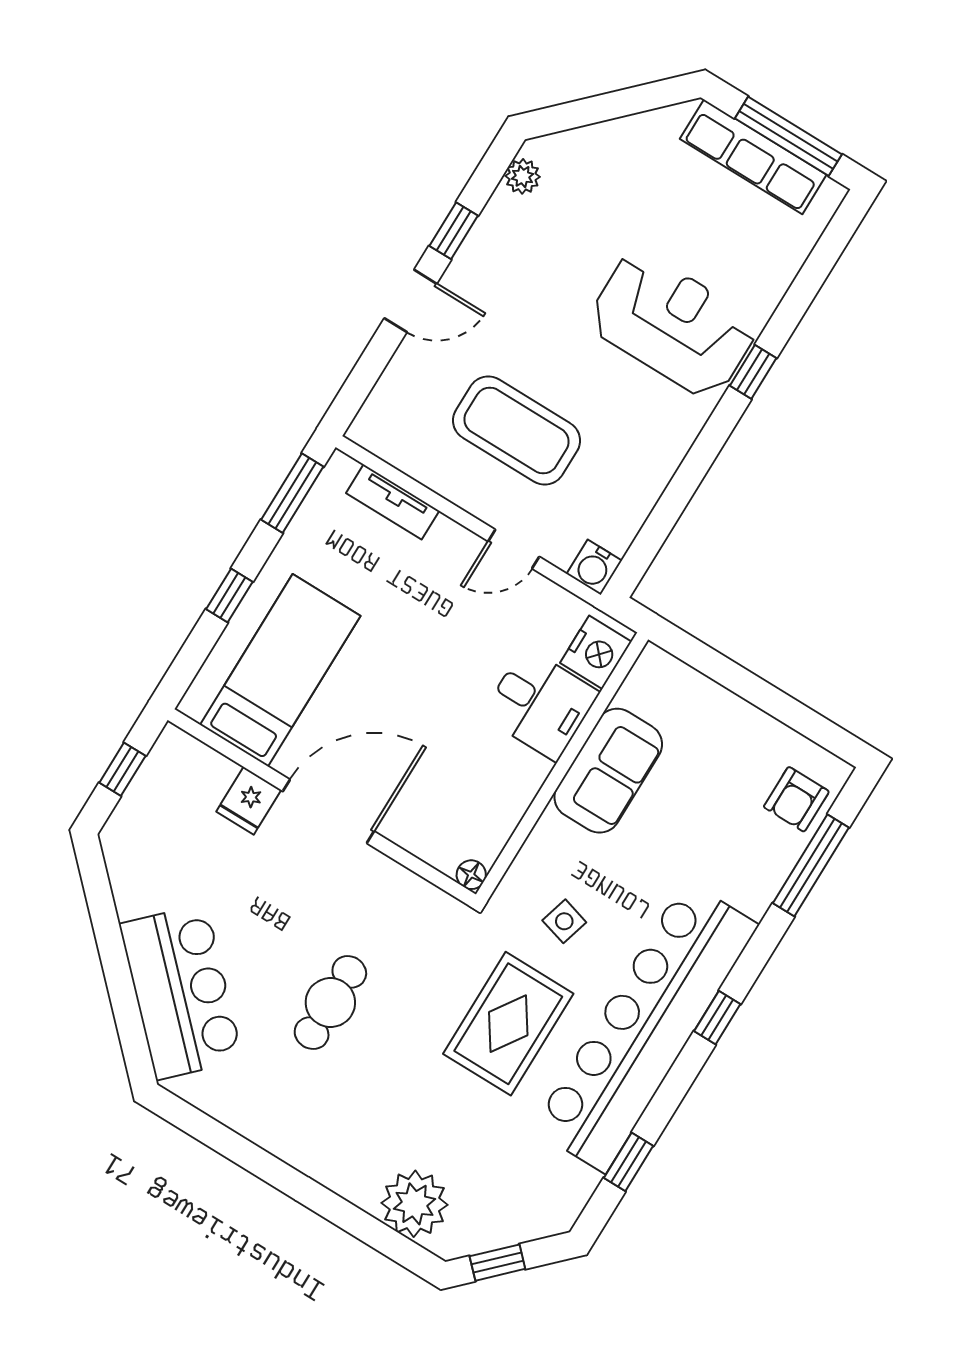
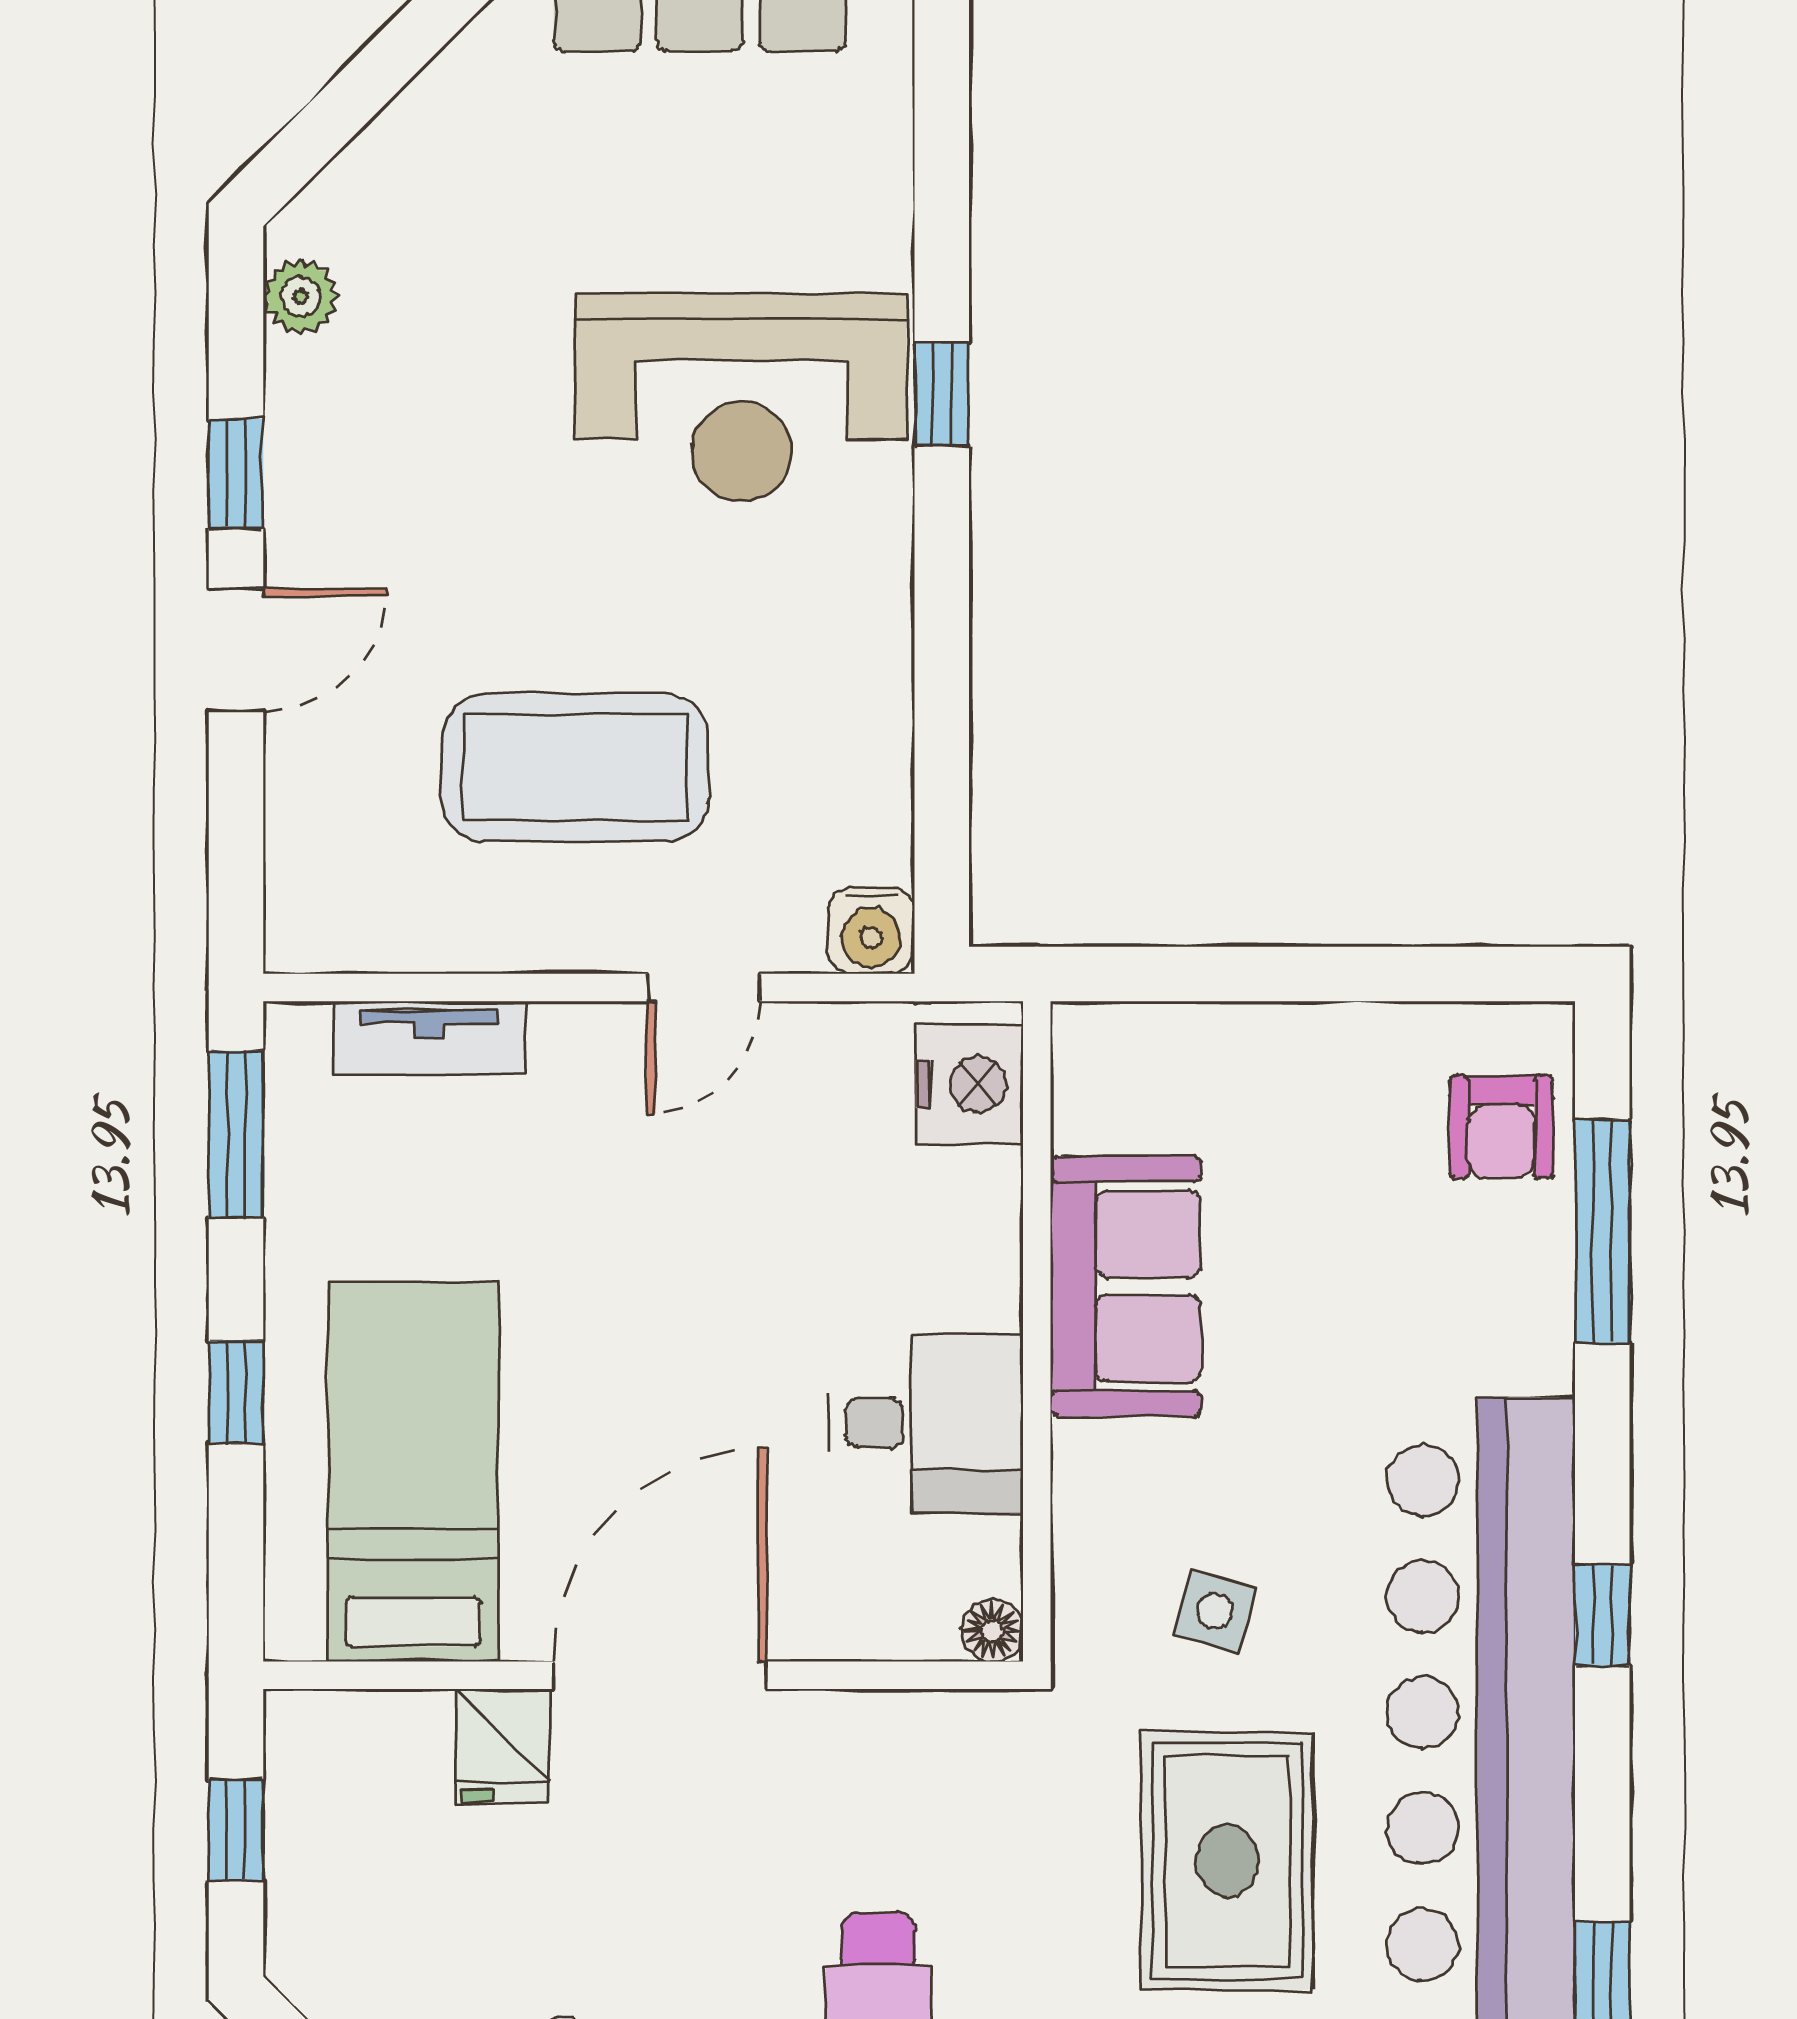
reception desk: (673, 324) -> (741, 398), turned 180
desk: (540, 704) -> (926, 1423), moved

